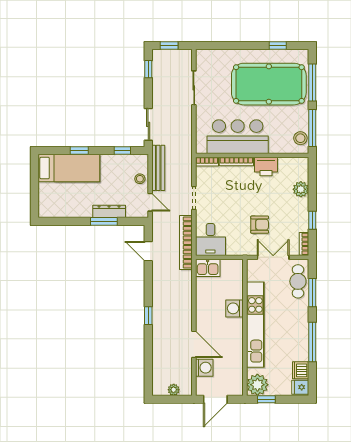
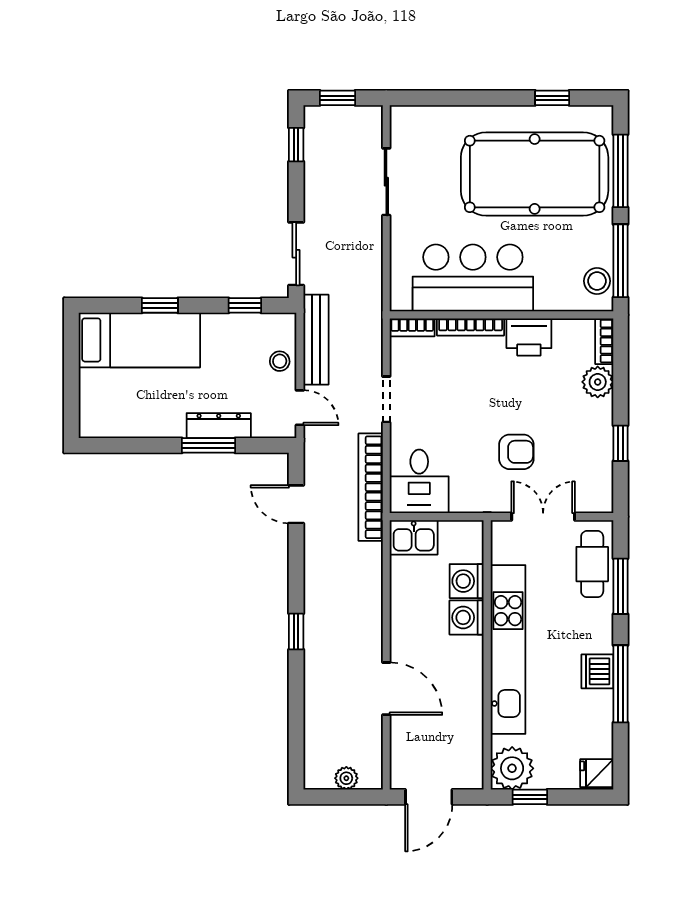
bookcase: (304, 244) -> (604, 341), moved
washing machine: (204, 368) -> (467, 581), moved, turned 180
dishwasher: (301, 370) -> (597, 671), moved

